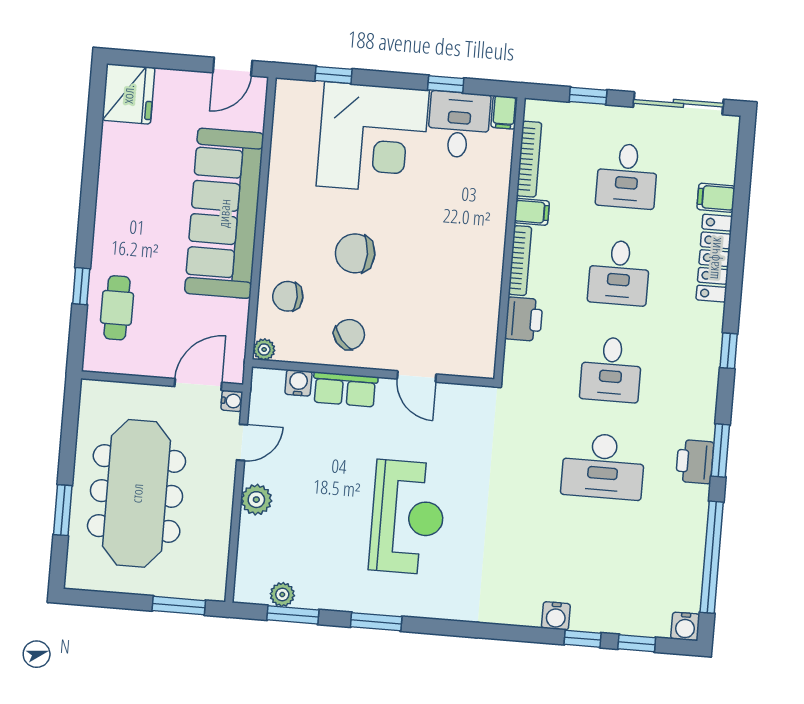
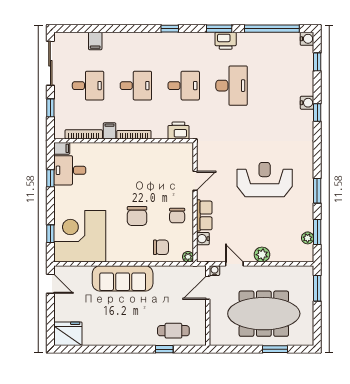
corner desk: (373, 138) -> (80, 236), moved, turned -90
sofa: (224, 213) -> (123, 278), width x0.74, depth x0.79
locker: (714, 258) -> (125, 39), removed
chair: (288, 296) -> (161, 247), turned -90
printer: (524, 319) -> (178, 130), moved
chair: (349, 334) -> (177, 216), turned -141
door: (198, 384) -> (208, 288), hinge flipped
window: (583, 639) -> (317, 113), moved

